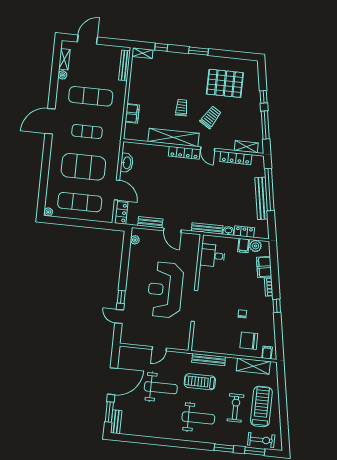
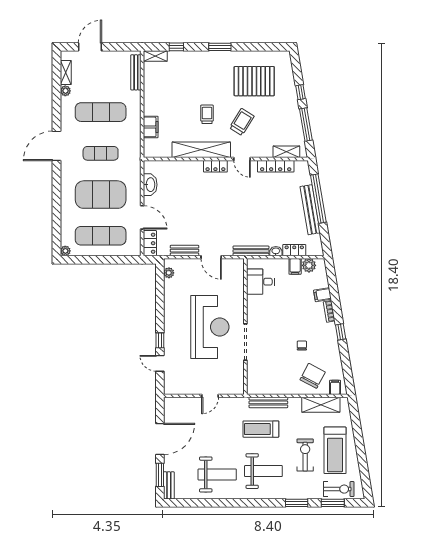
locker: (184, 153) -> (215, 166), width x0.66
filing cabinet: (264, 267) -> (322, 295), width x0.50
reception desk: (165, 290) -> (210, 327), turned 180
chair: (249, 341) -> (313, 376), turned 118
weight bench: (161, 388) -> (217, 474), moved
treadmill: (261, 406) -> (335, 450), turned 180

